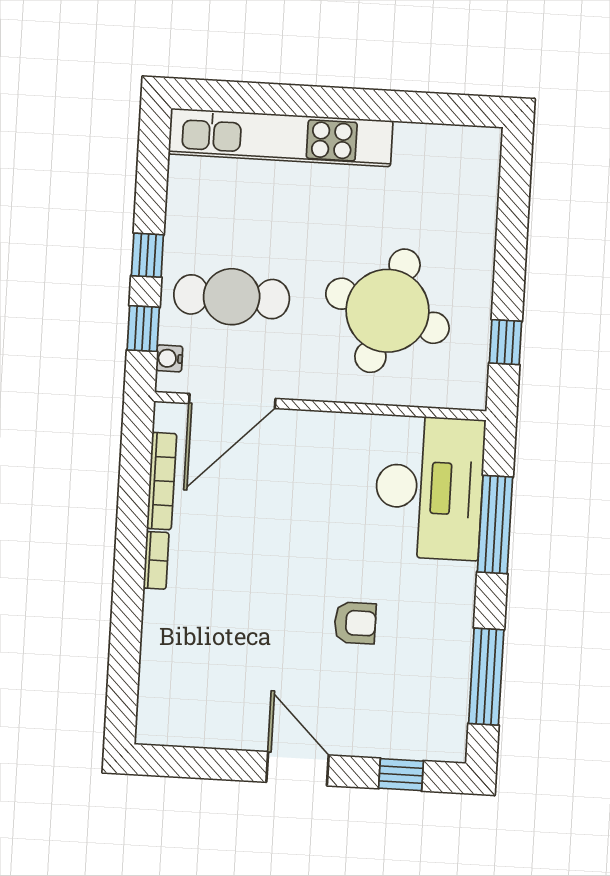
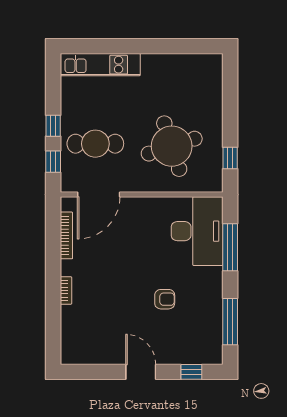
kitchen unit: (281, 137) -> (100, 65), width x0.73
round table: (387, 311) -> (172, 146), turned -35
water cooler: (169, 358) -> (67, 175), removed
bookcase: (156, 560) -> (66, 290), moved

